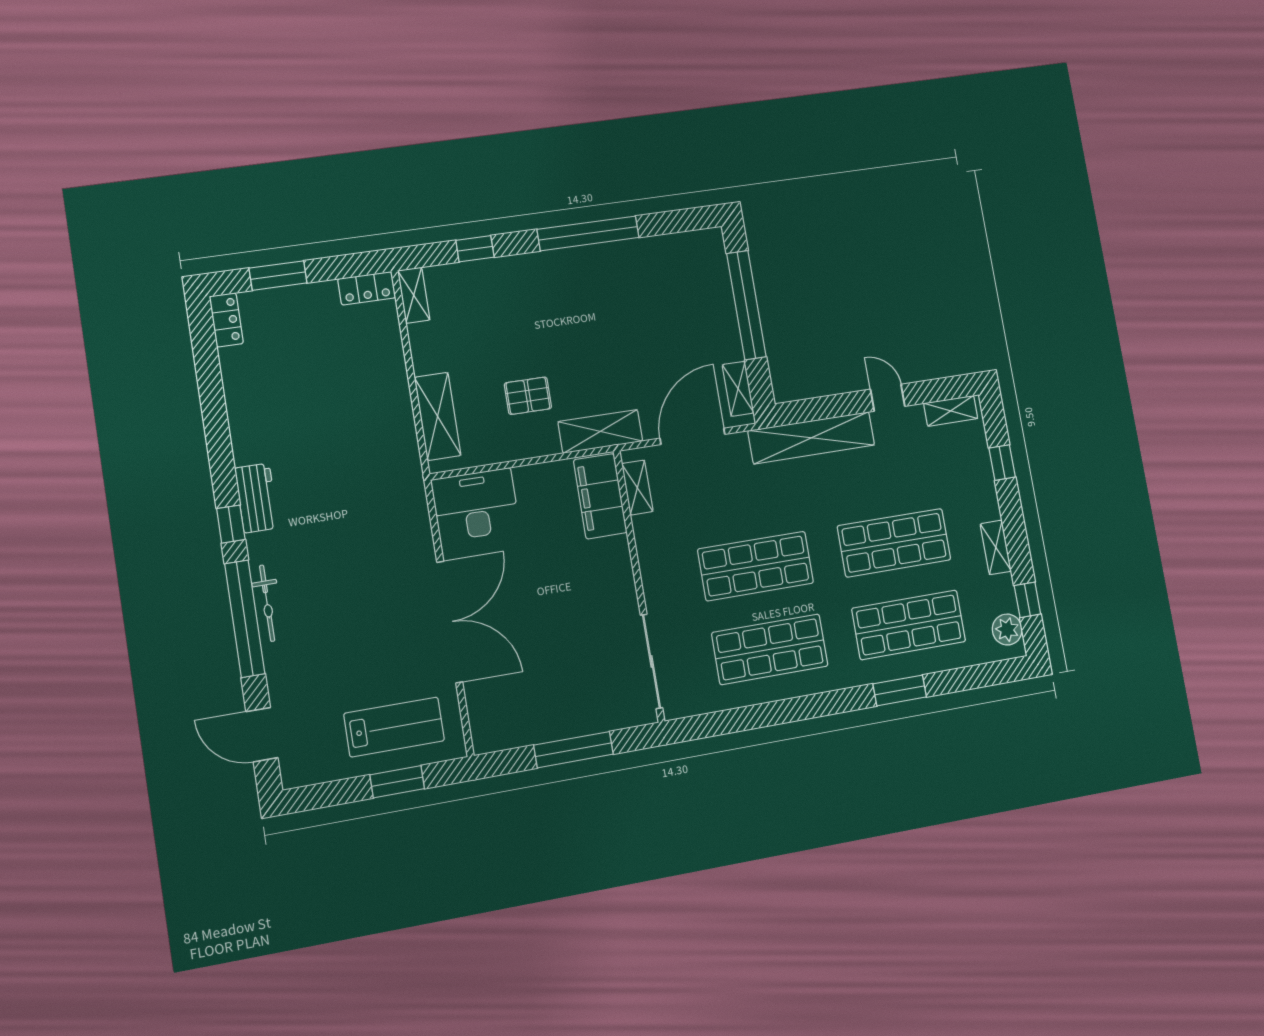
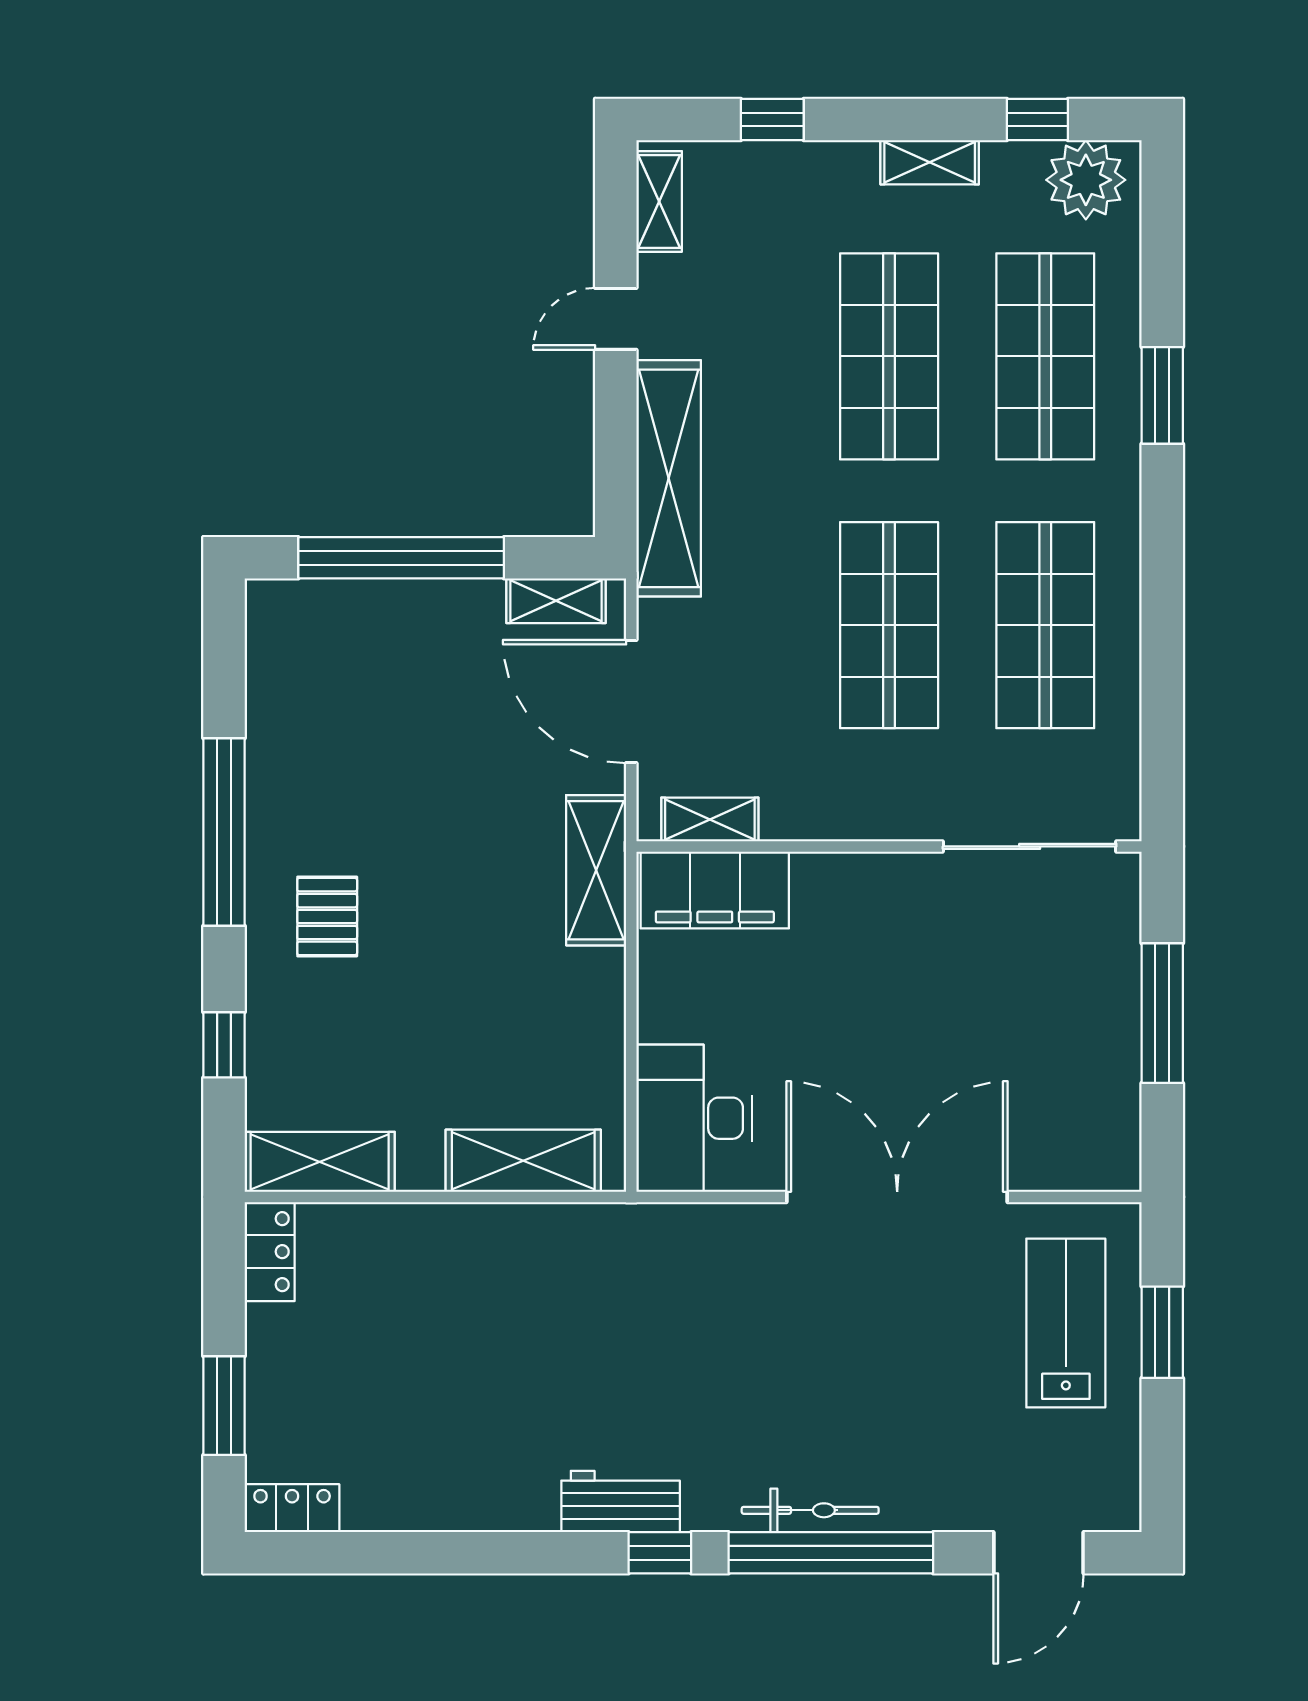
shelving: (414, 295) -> (320, 1162), width x1.50, depth x1.33
pallet: (528, 396) -> (327, 917), moved
plant: (1007, 630) -> (1086, 180), width x1.36, depth x1.36

